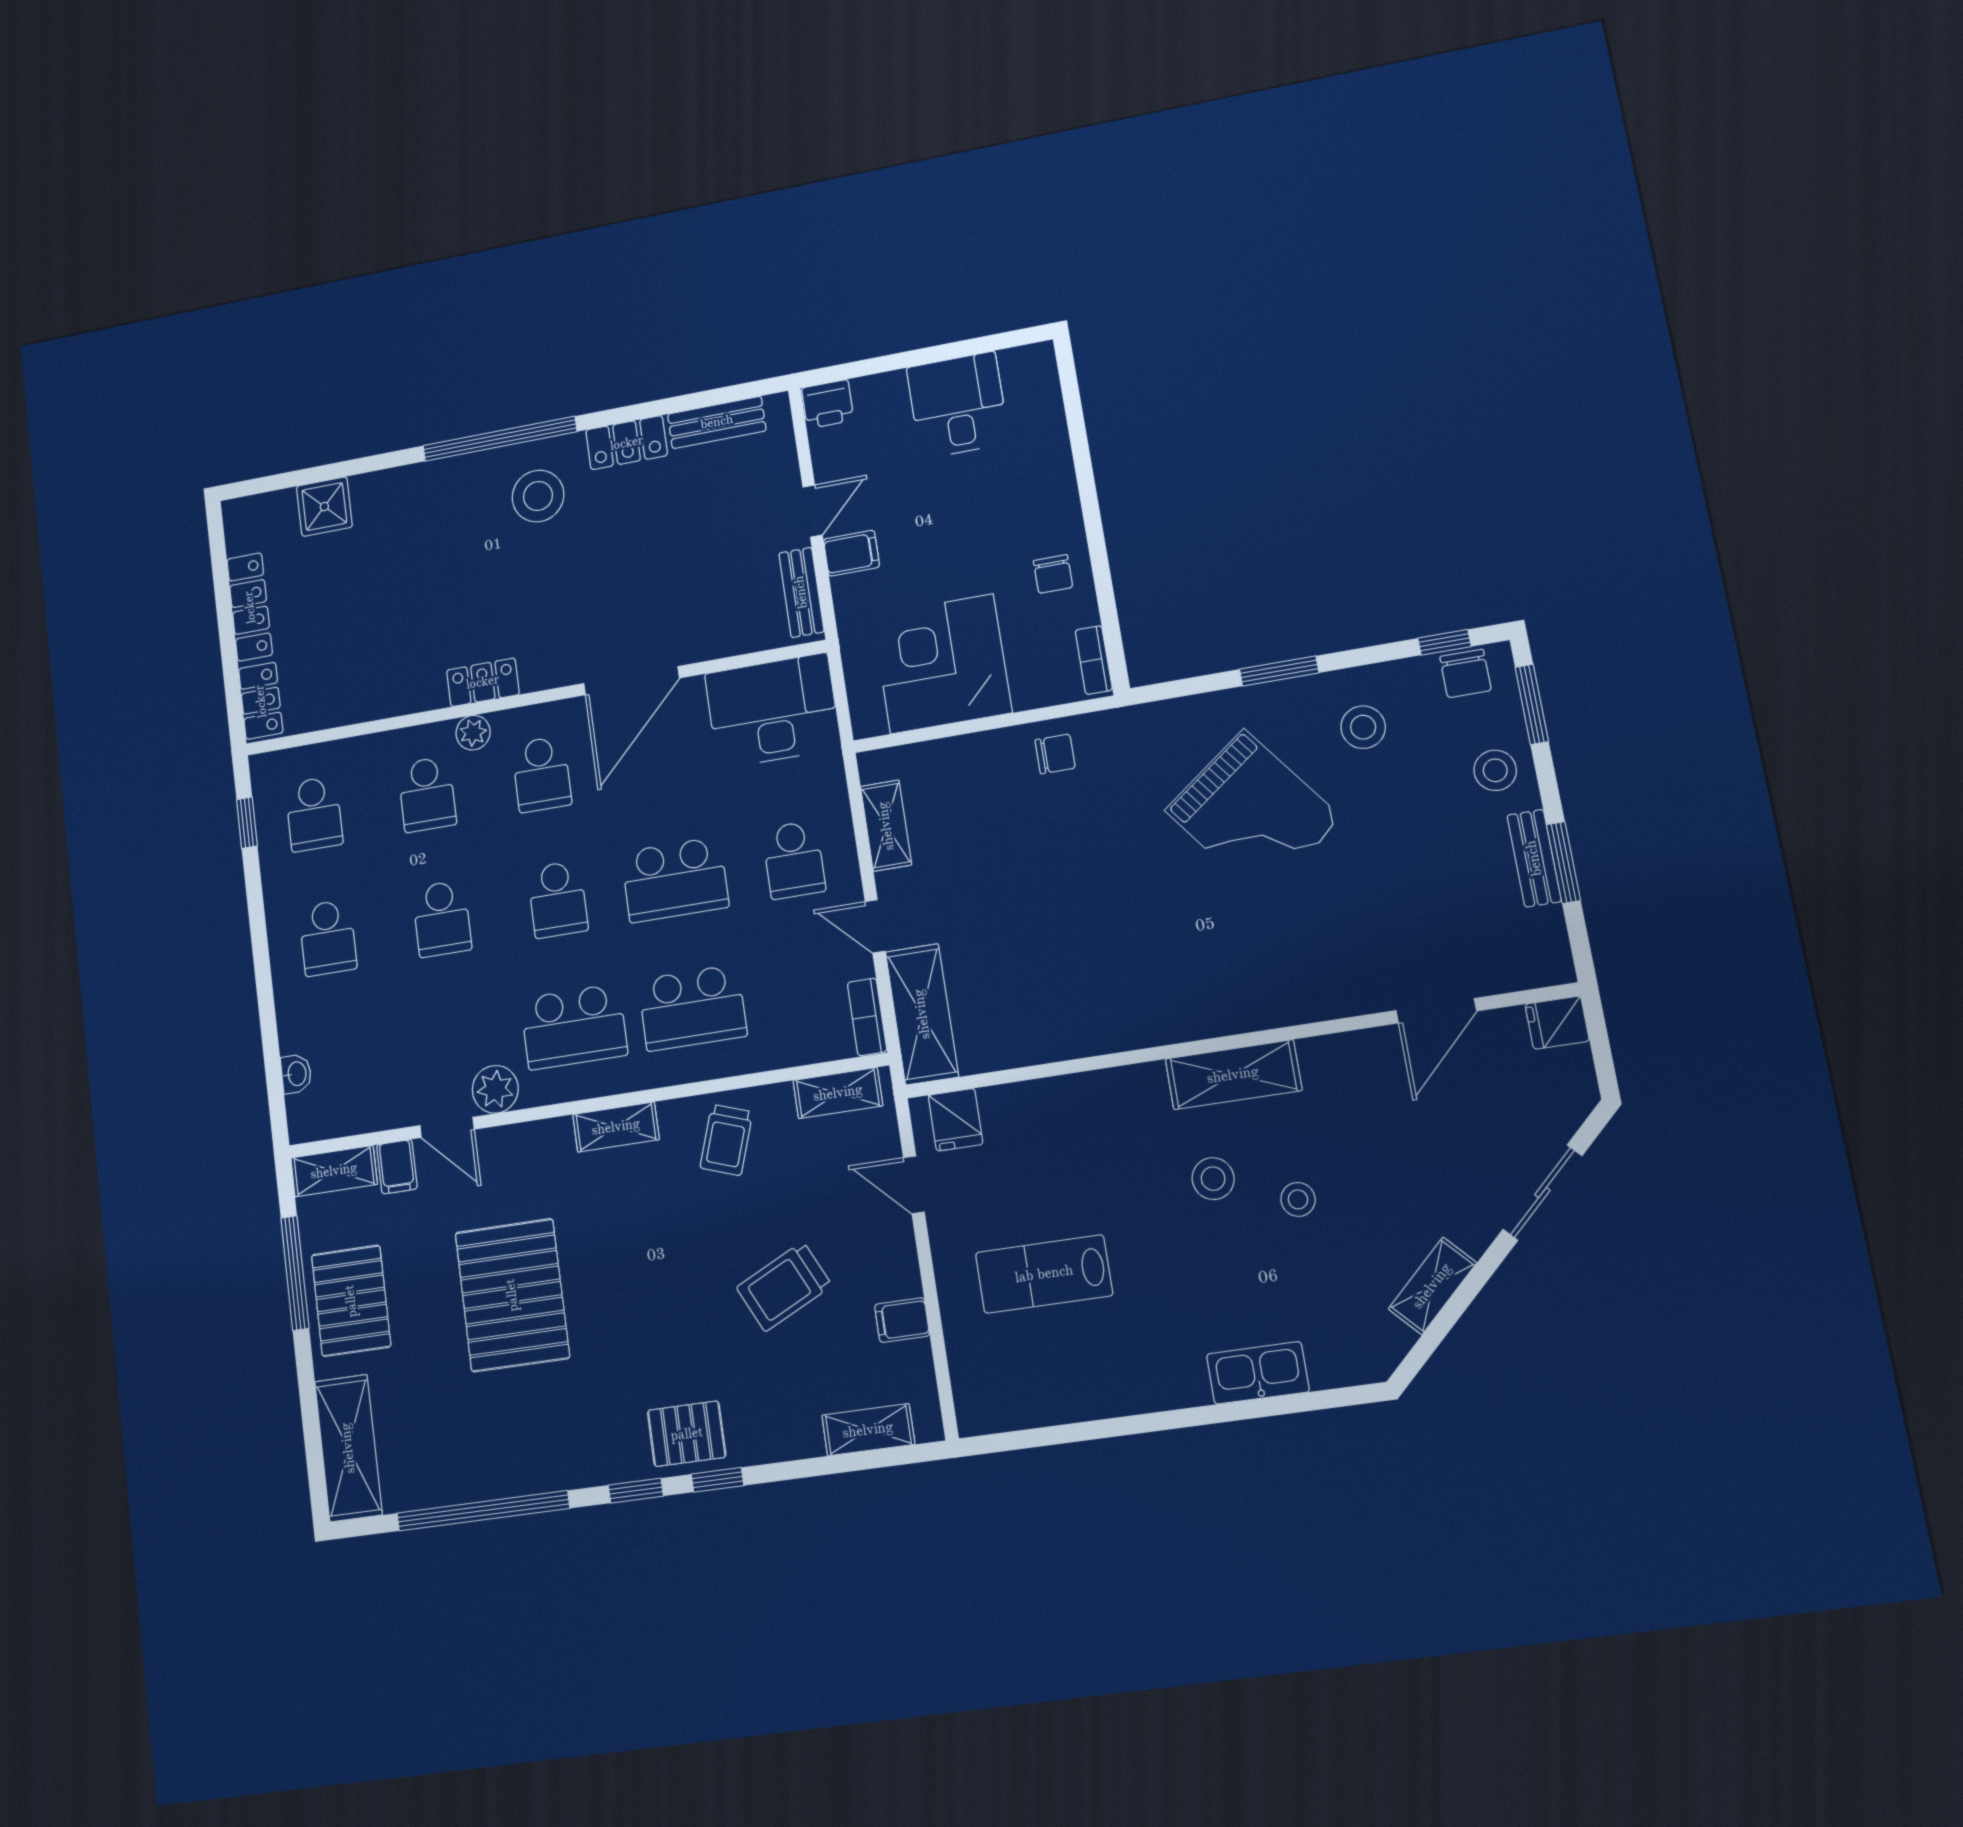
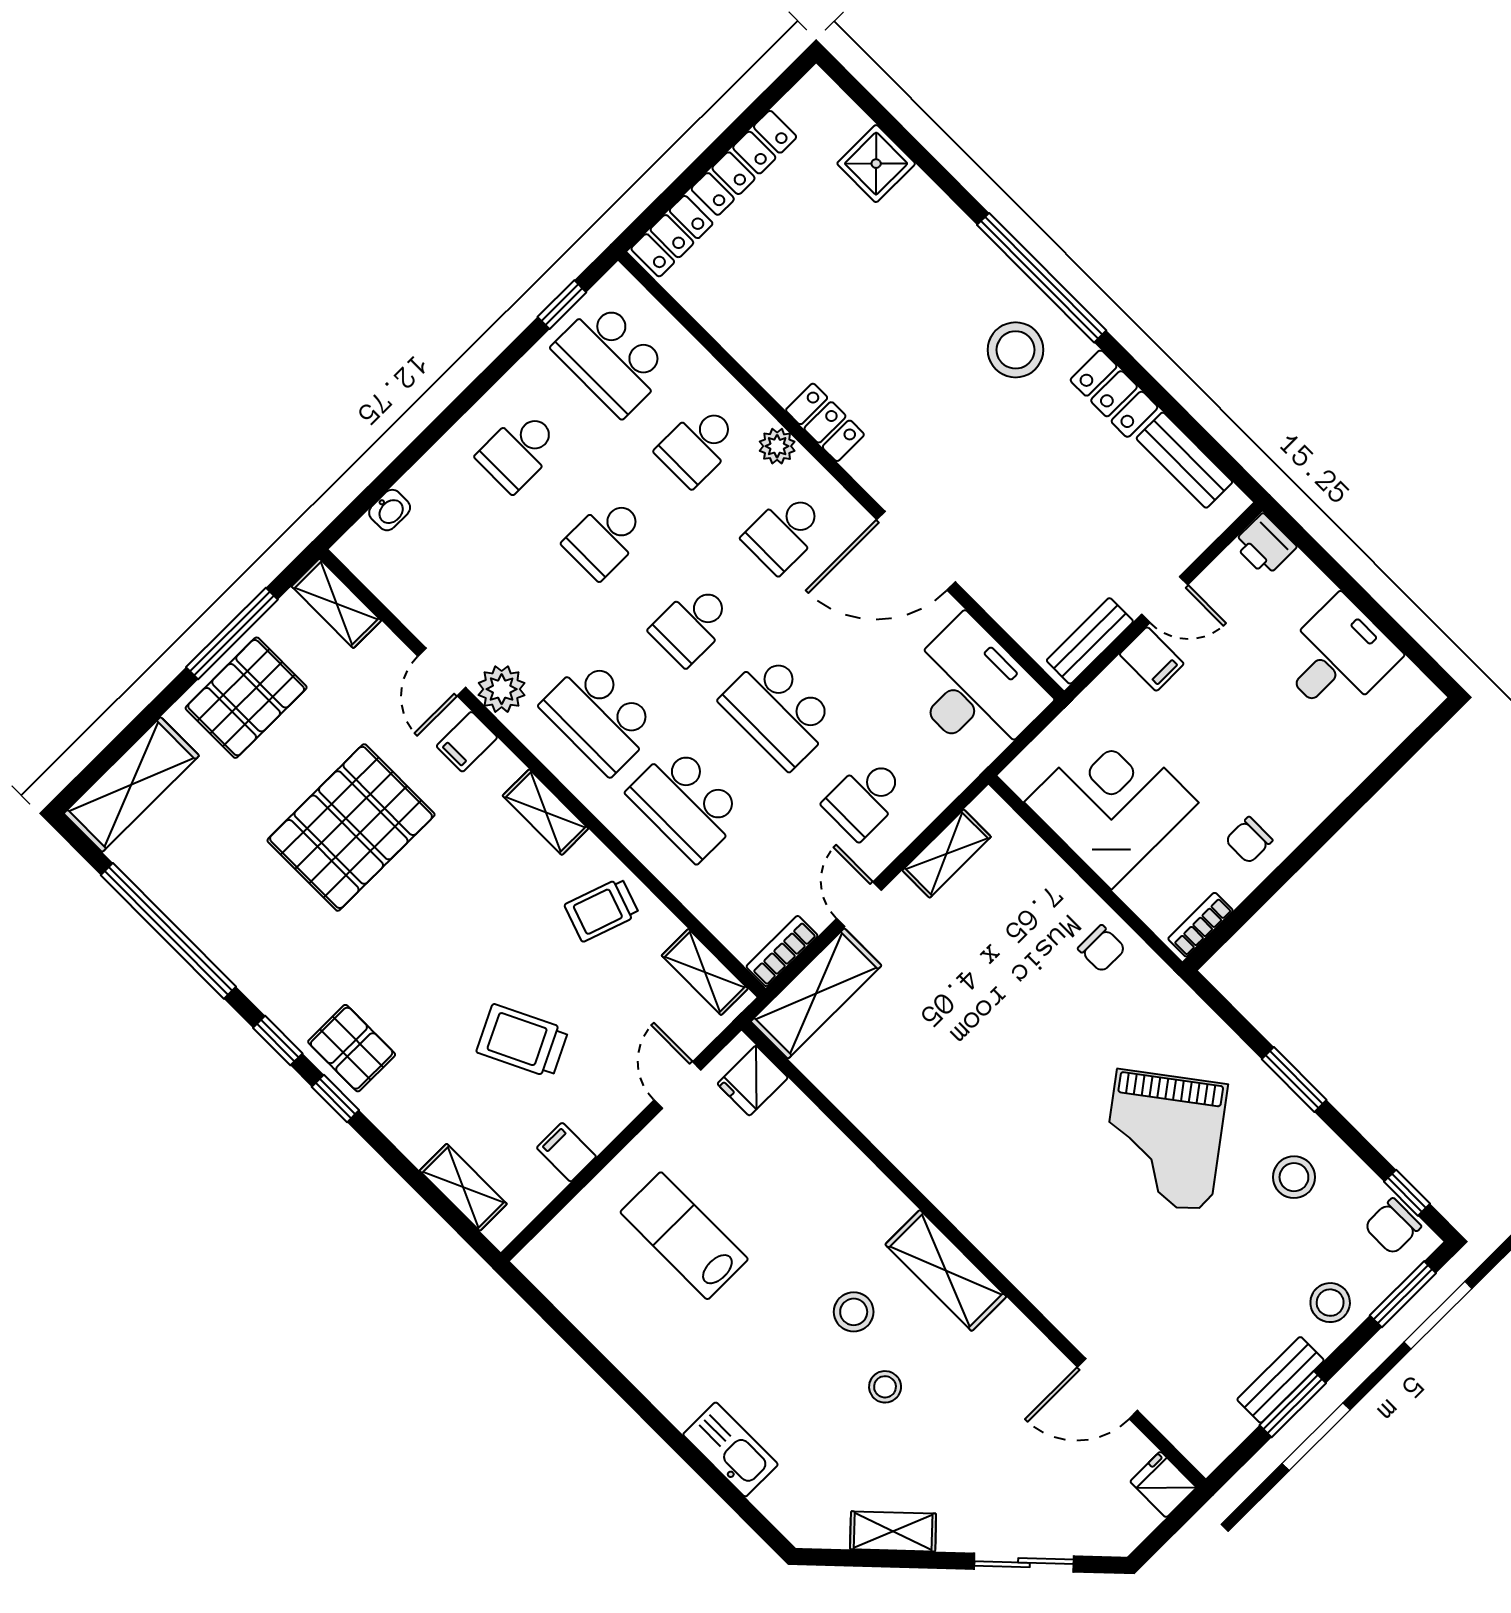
school desk: (314, 814) -> (611, 359), width x1.85
filing cabinet: (397, 1167) -> (467, 742), moved

